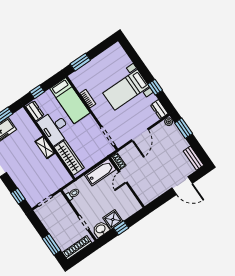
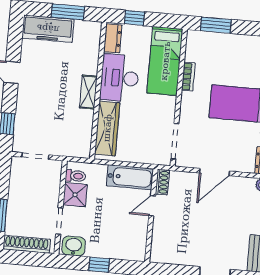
shower: (113, 220) -> (75, 195), moved

